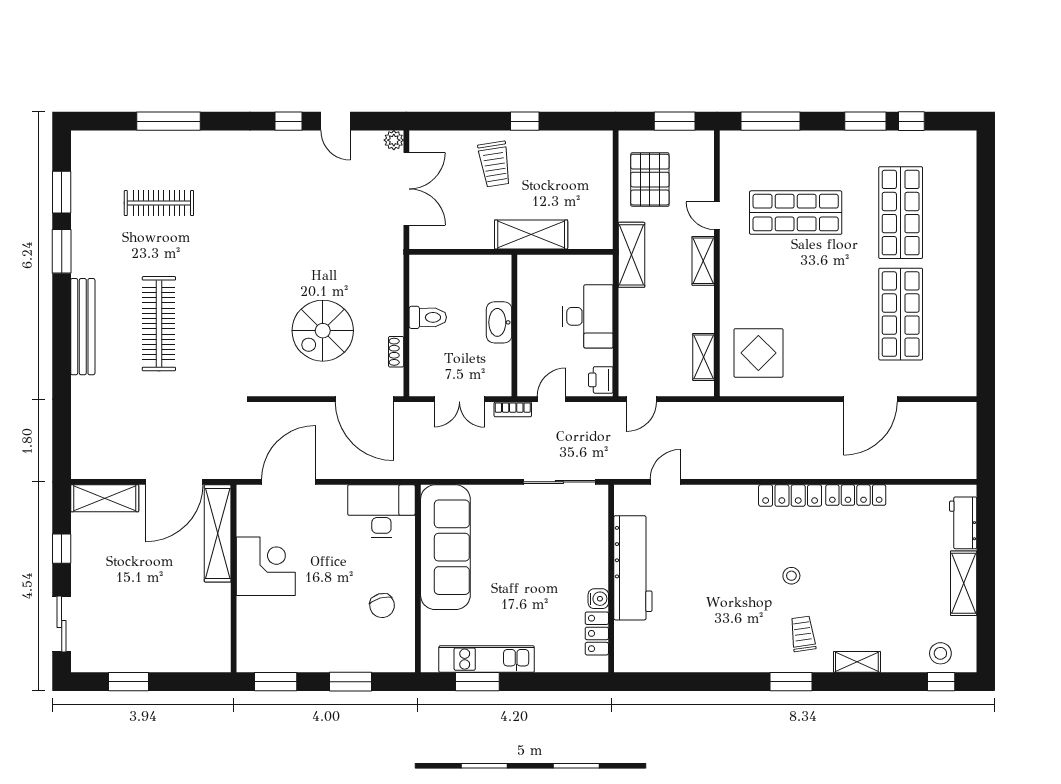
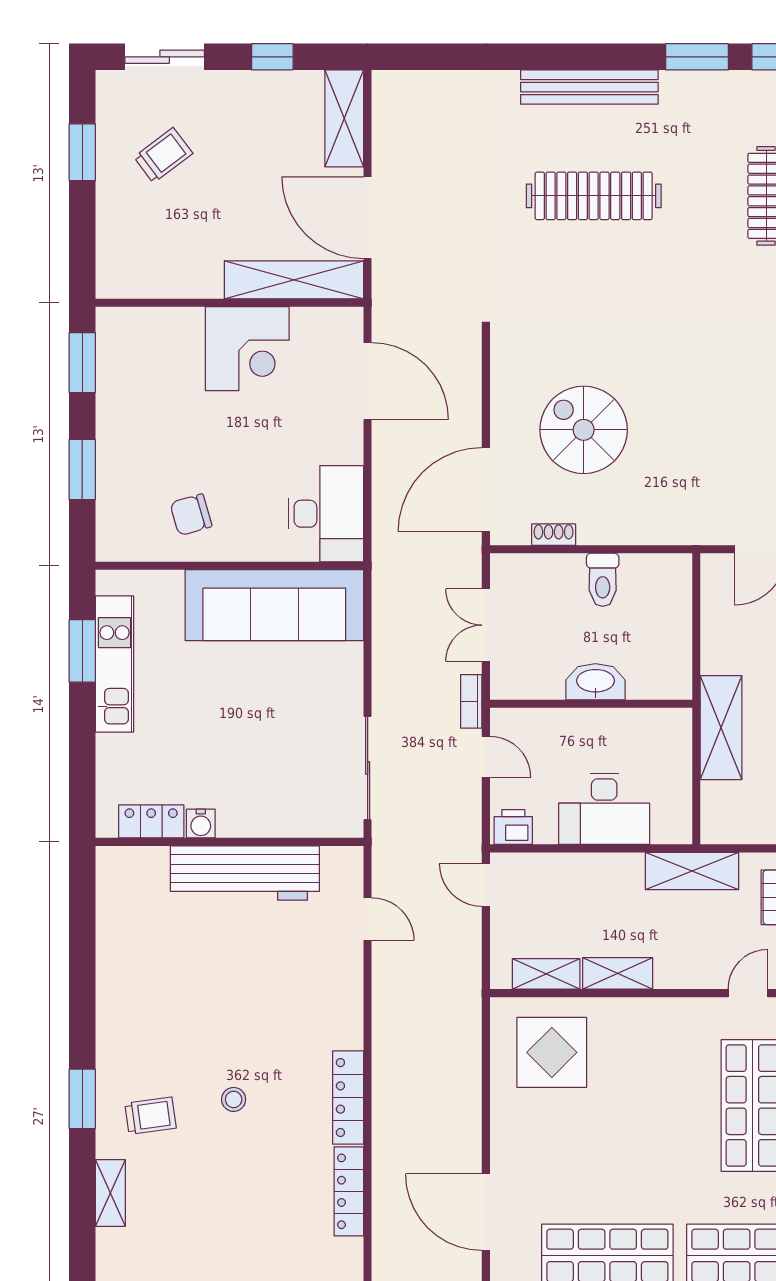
shelving: (703, 261) -> (618, 973), moved
trolley: (131, 625) -> (163, 155), added

